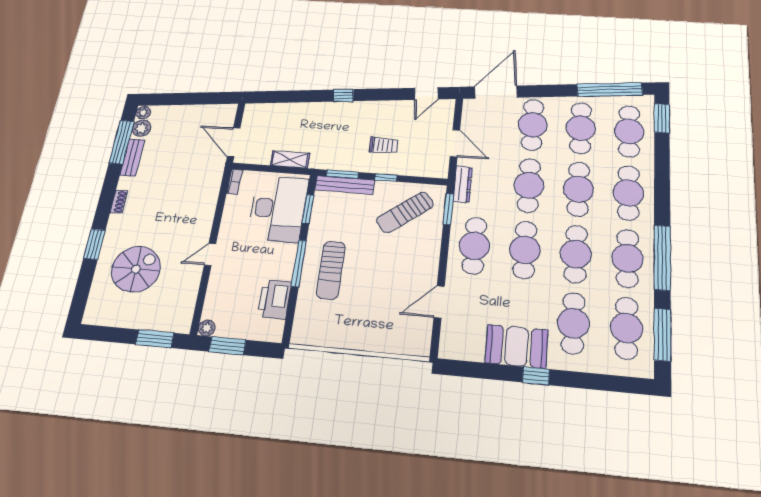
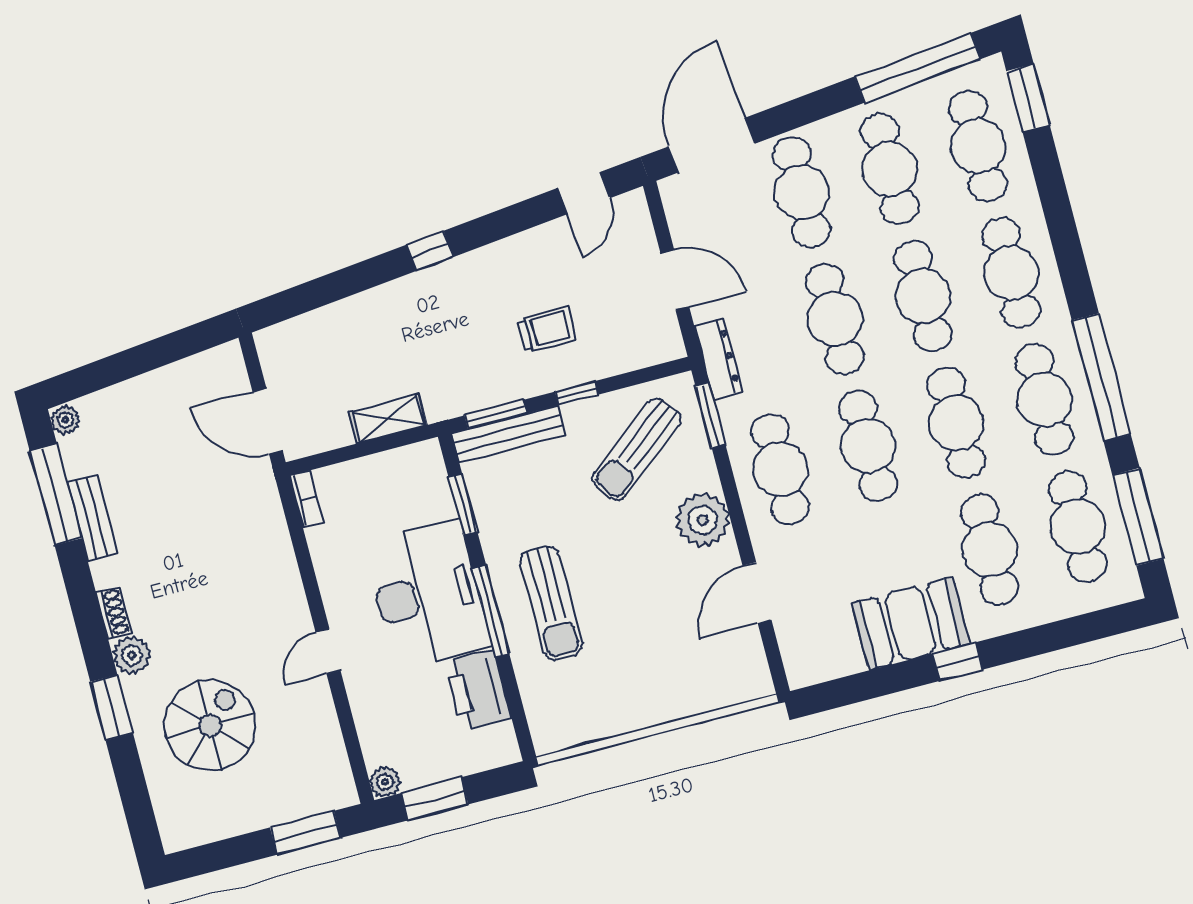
plant: (141, 128) -> (132, 655), moved
desk: (278, 209) -> (428, 594), moved
plant: (425, 257) -> (703, 520), added

